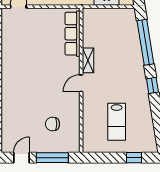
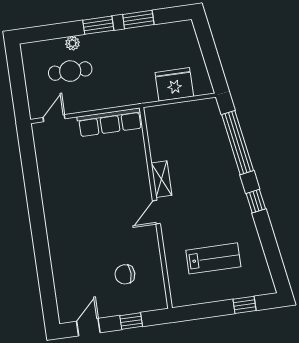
row of seats: (72, 34) -> (110, 122), moved, turned -90
lab bench: (117, 122) -> (213, 258), turned -90
window: (52, 158) -> (131, 321), width x0.46

